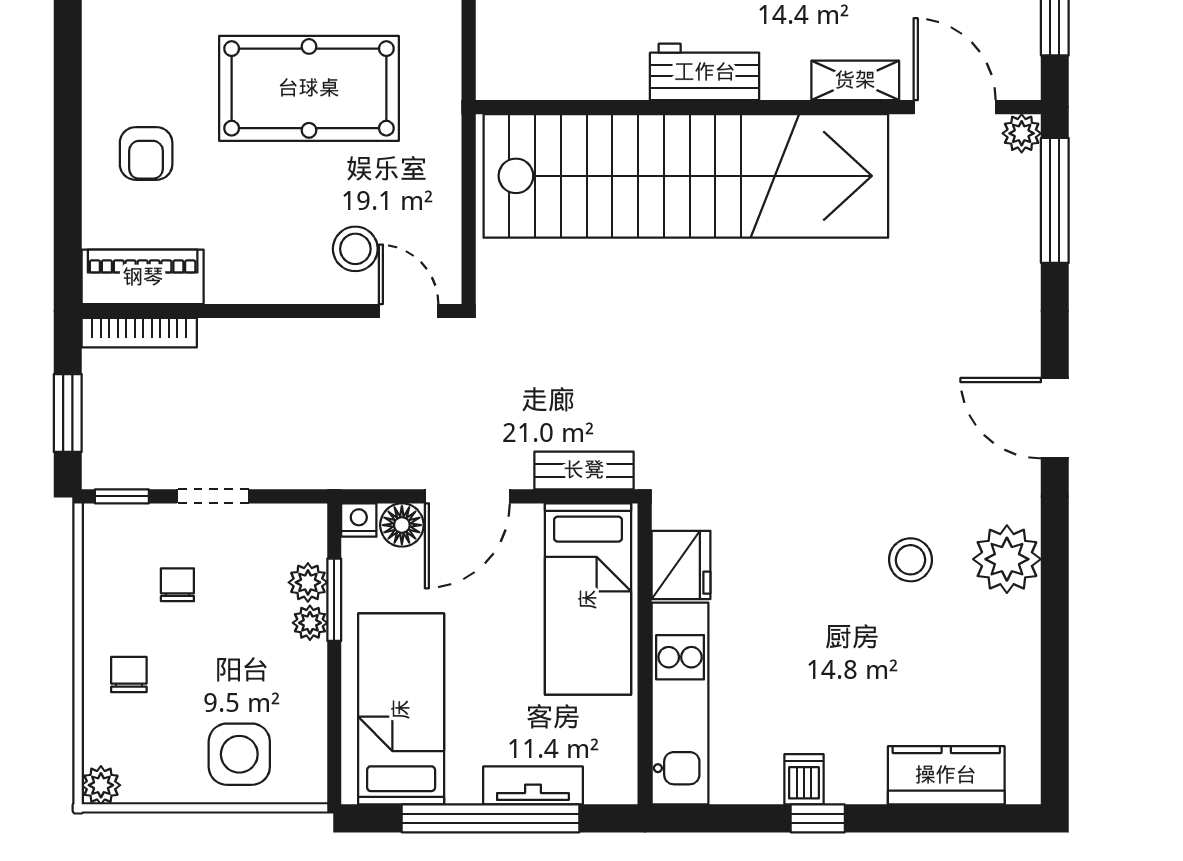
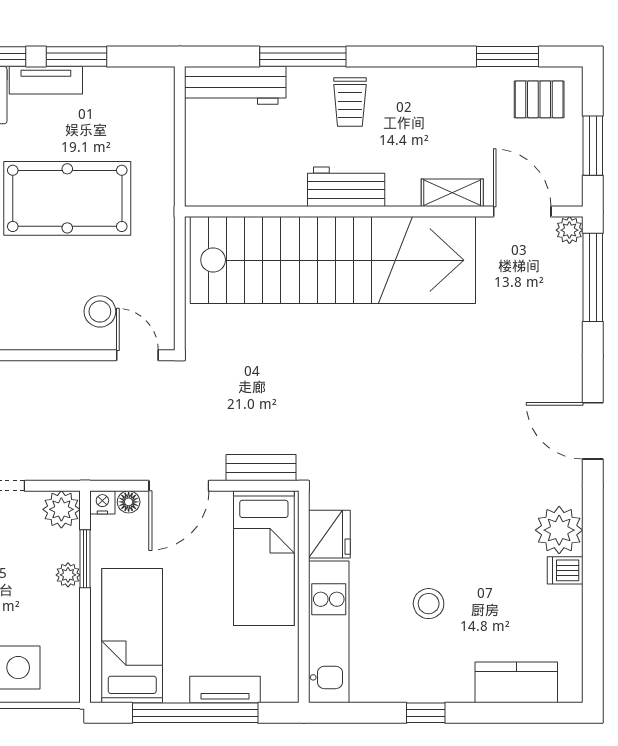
floor lamp: (402, 525) -> (129, 502), width x0.73, depth x0.73
stool: (910, 560) -> (429, 604), moved
plant: (308, 582) -> (61, 509), moved, width x1.38, depth x1.38
dishwasher: (804, 779) -> (565, 570), moved, turned -90

